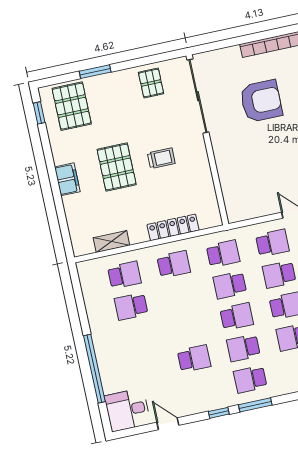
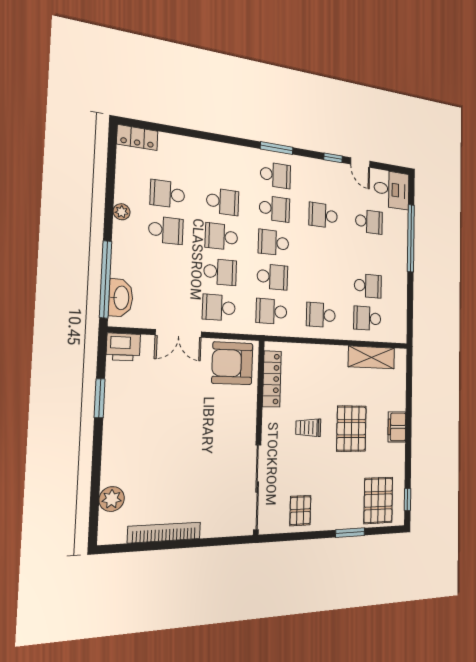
armchair: (261, 101) -> (232, 363), moved
locker: (173, 227) -> (272, 379), moved, turned -90
shelving: (111, 241) -> (372, 357), width x1.50, depth x1.33
school desk: (145, 369) -> (369, 222), added
window: (219, 413) -> (333, 158), moved

